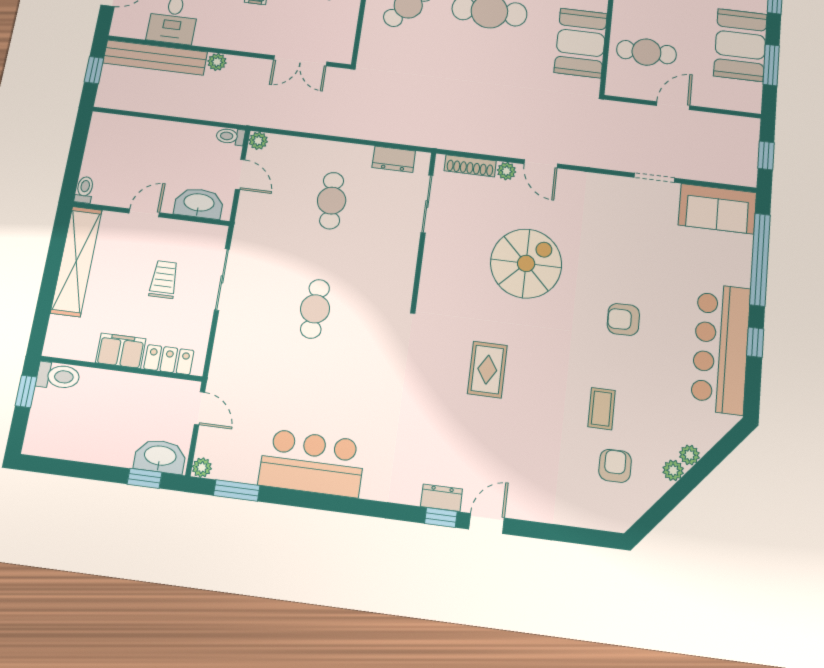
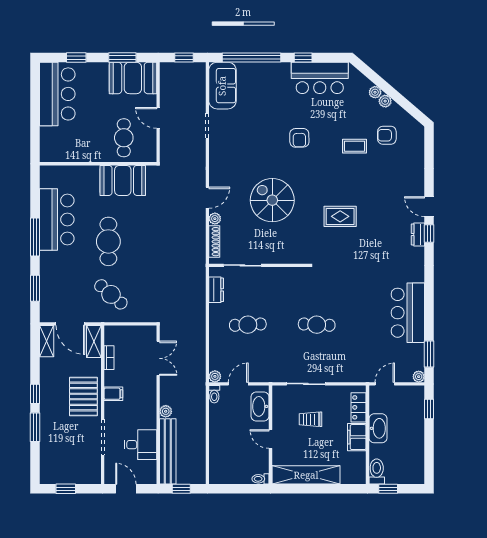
booth: (740, 45) -> (133, 78), moved
bar counter: (721, 348) -> (320, 78), width x0.73
washbasin: (160, 456) -> (378, 428), moved, turned 180

